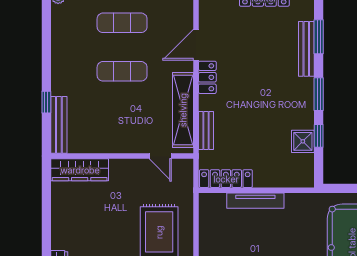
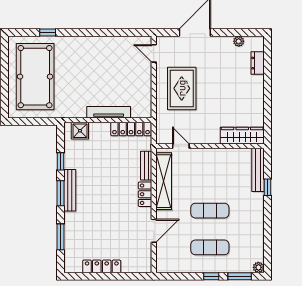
bench: (306, 49) -> (70, 190), moved
locker: (207, 77) -> (145, 194), moved
shower: (303, 141) -> (80, 131), moved

